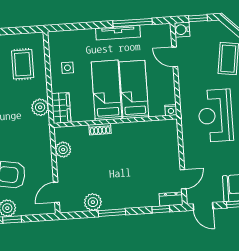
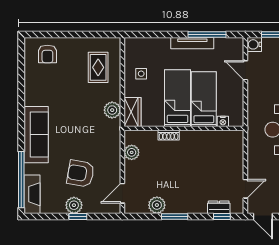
nightstand: (171, 110) -> (223, 121), moved
dresser: (171, 199) -> (219, 207), moved

